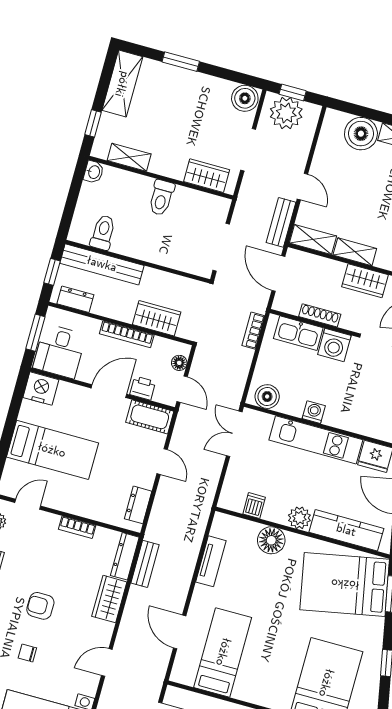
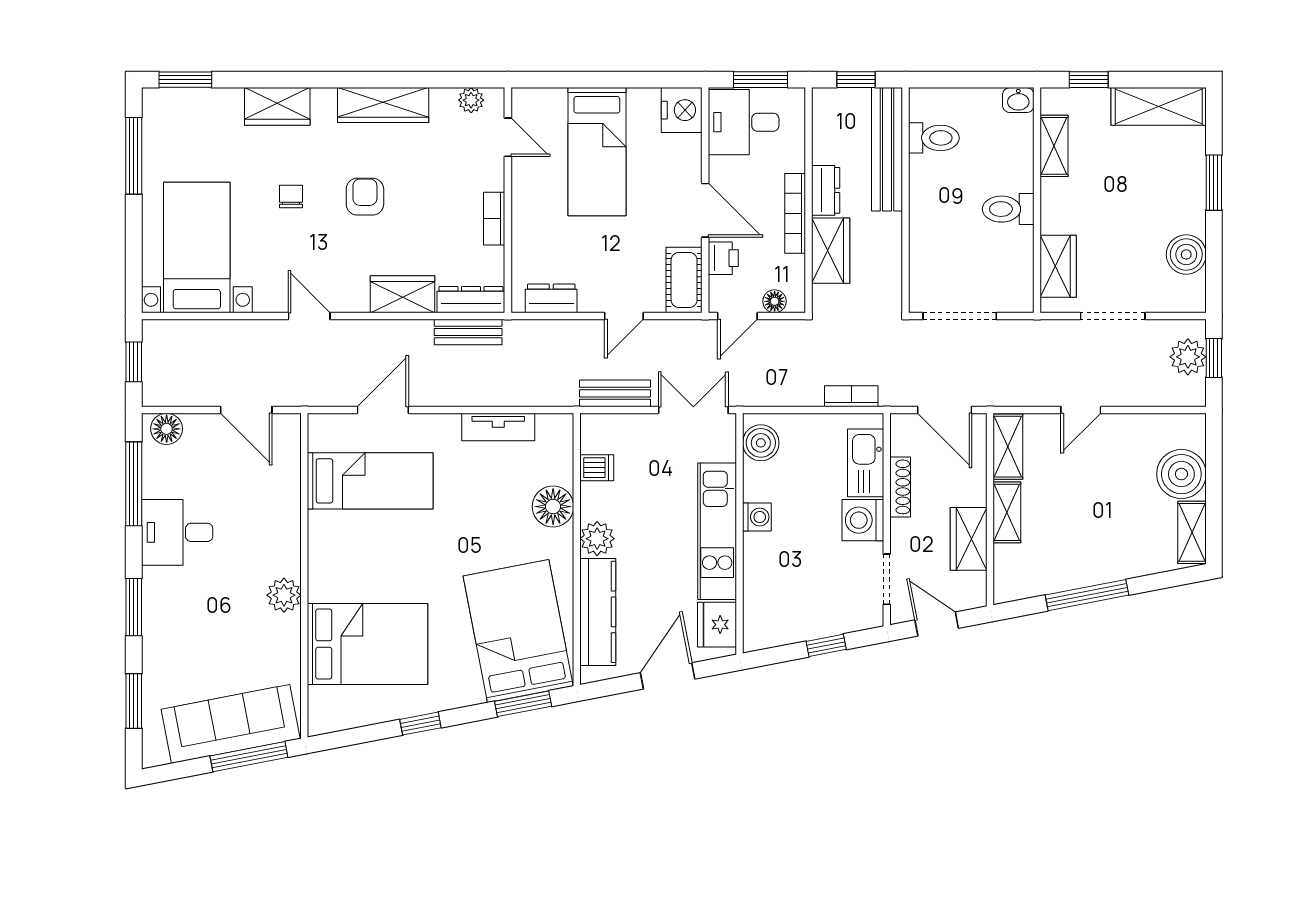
boiler: (245, 98) -> (1186, 254), moved
plant: (286, 113) -> (1188, 357), width x0.73, depth x0.73
bench: (281, 222) -> (615, 393), moved
door: (278, 273) -> (945, 410), swing flipped
dresser: (75, 299) -> (826, 190), moved

